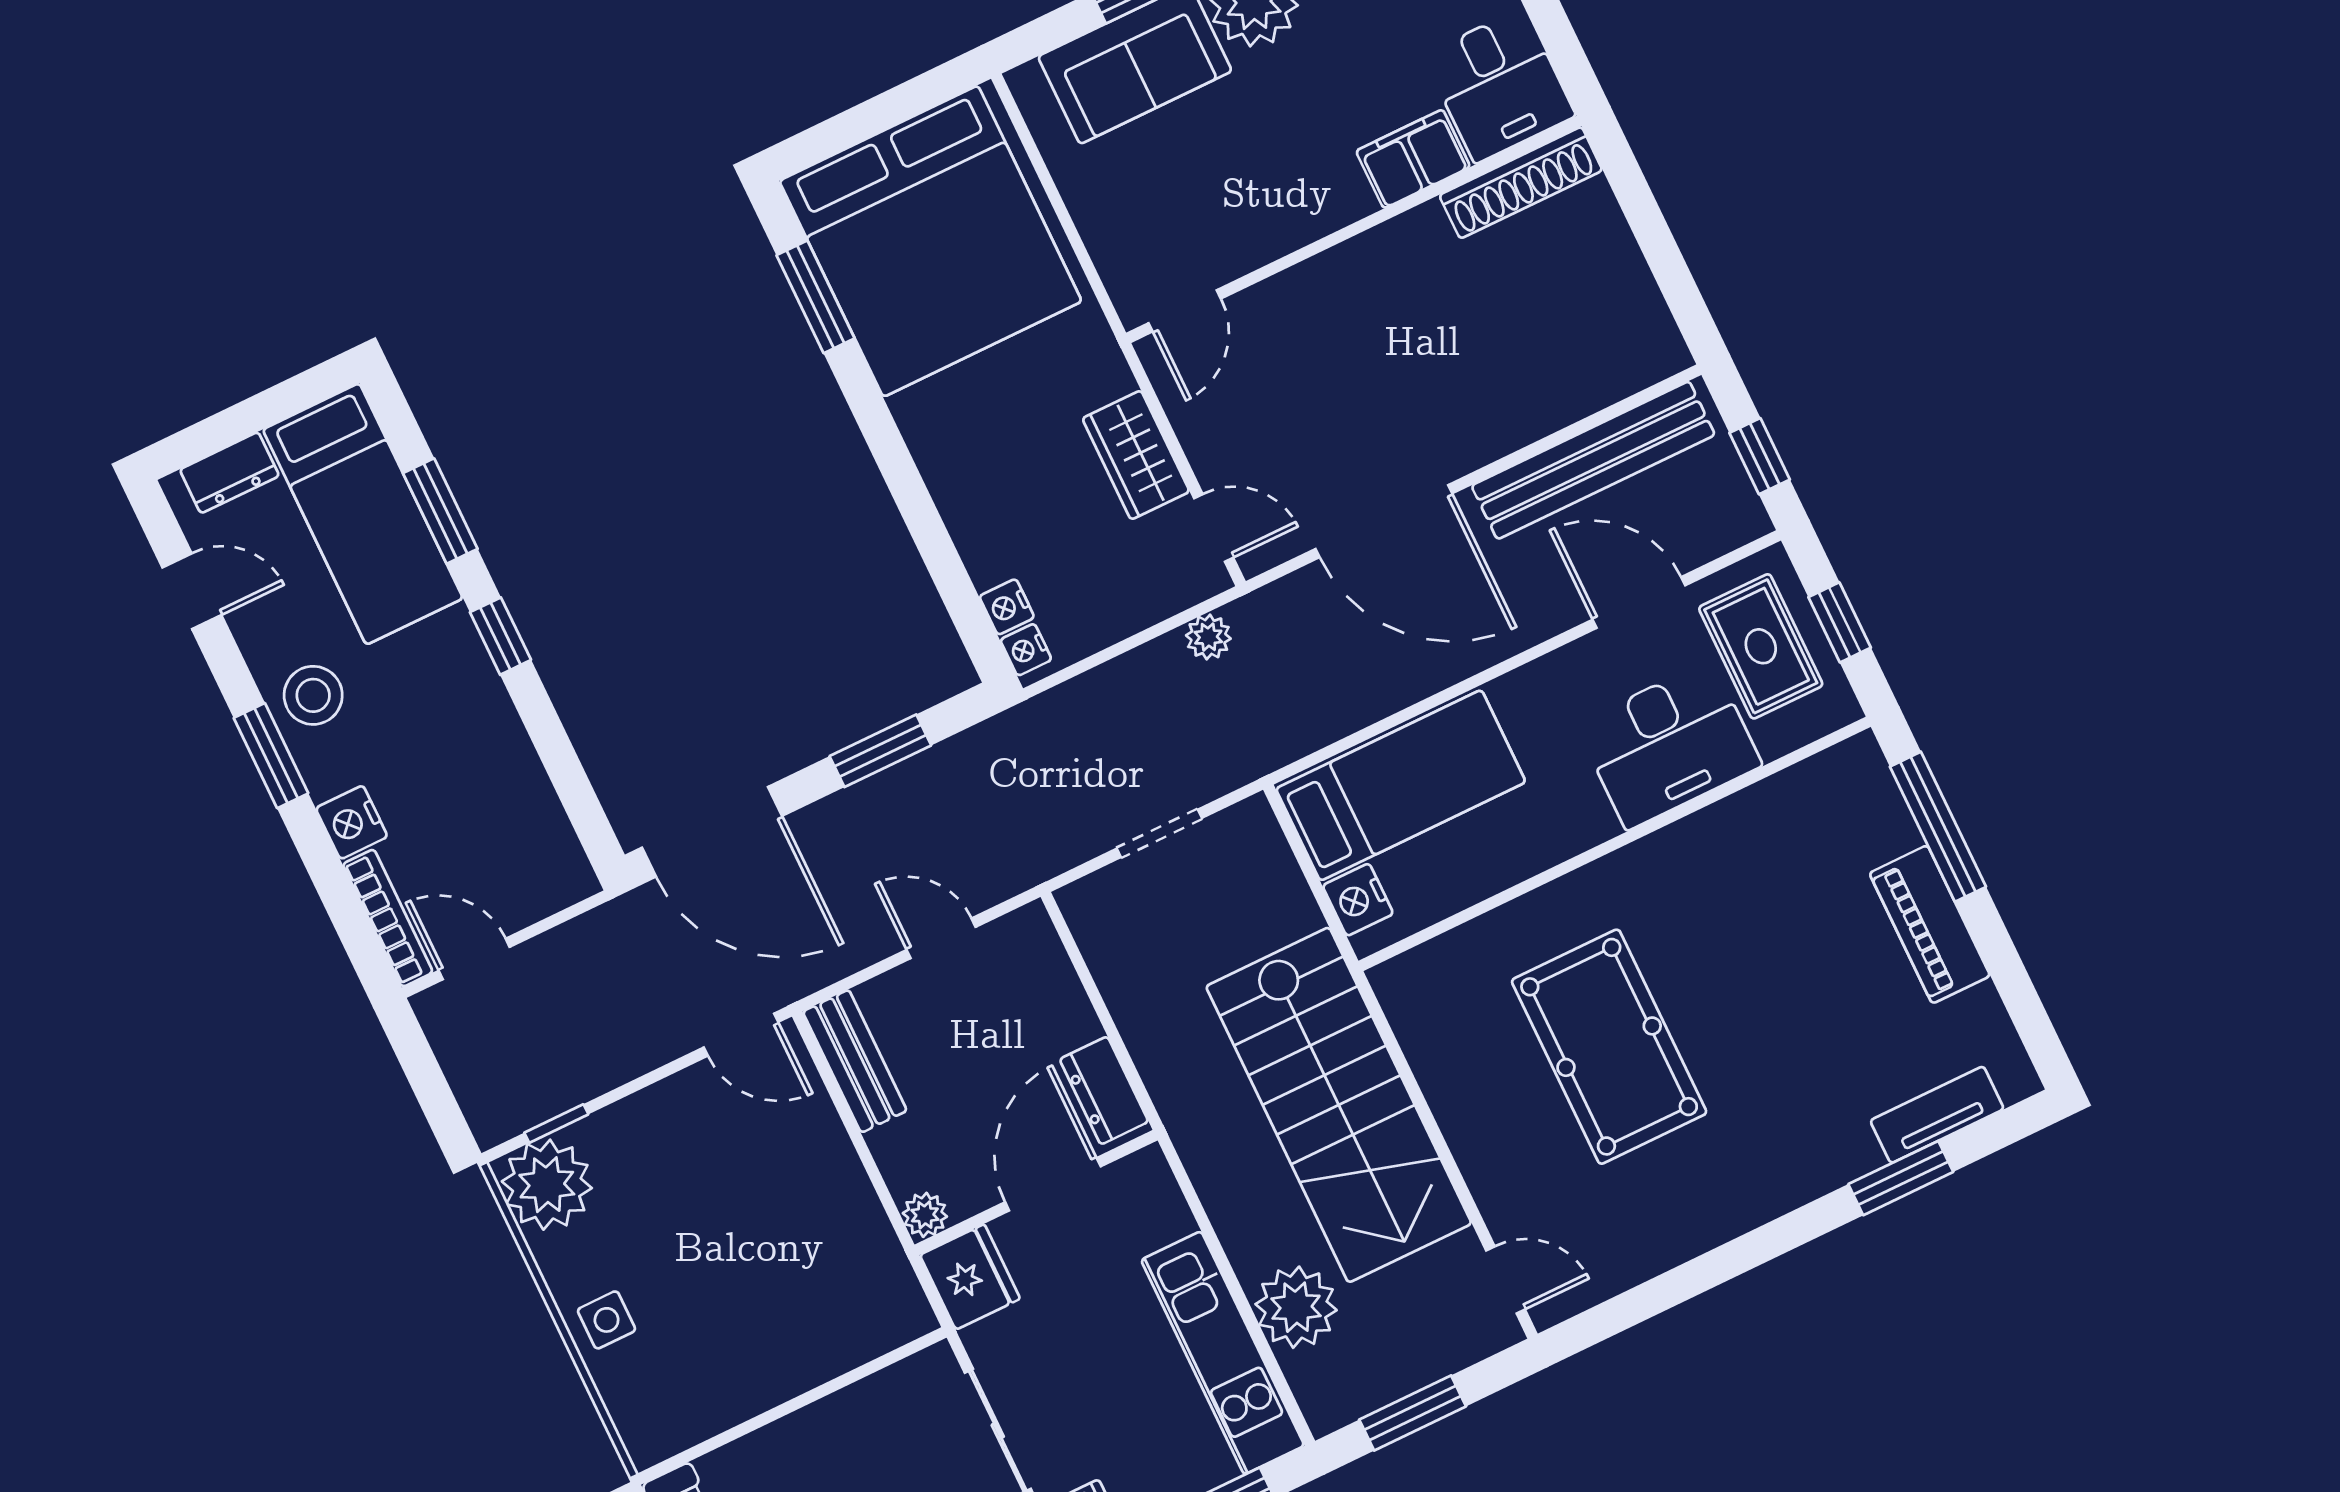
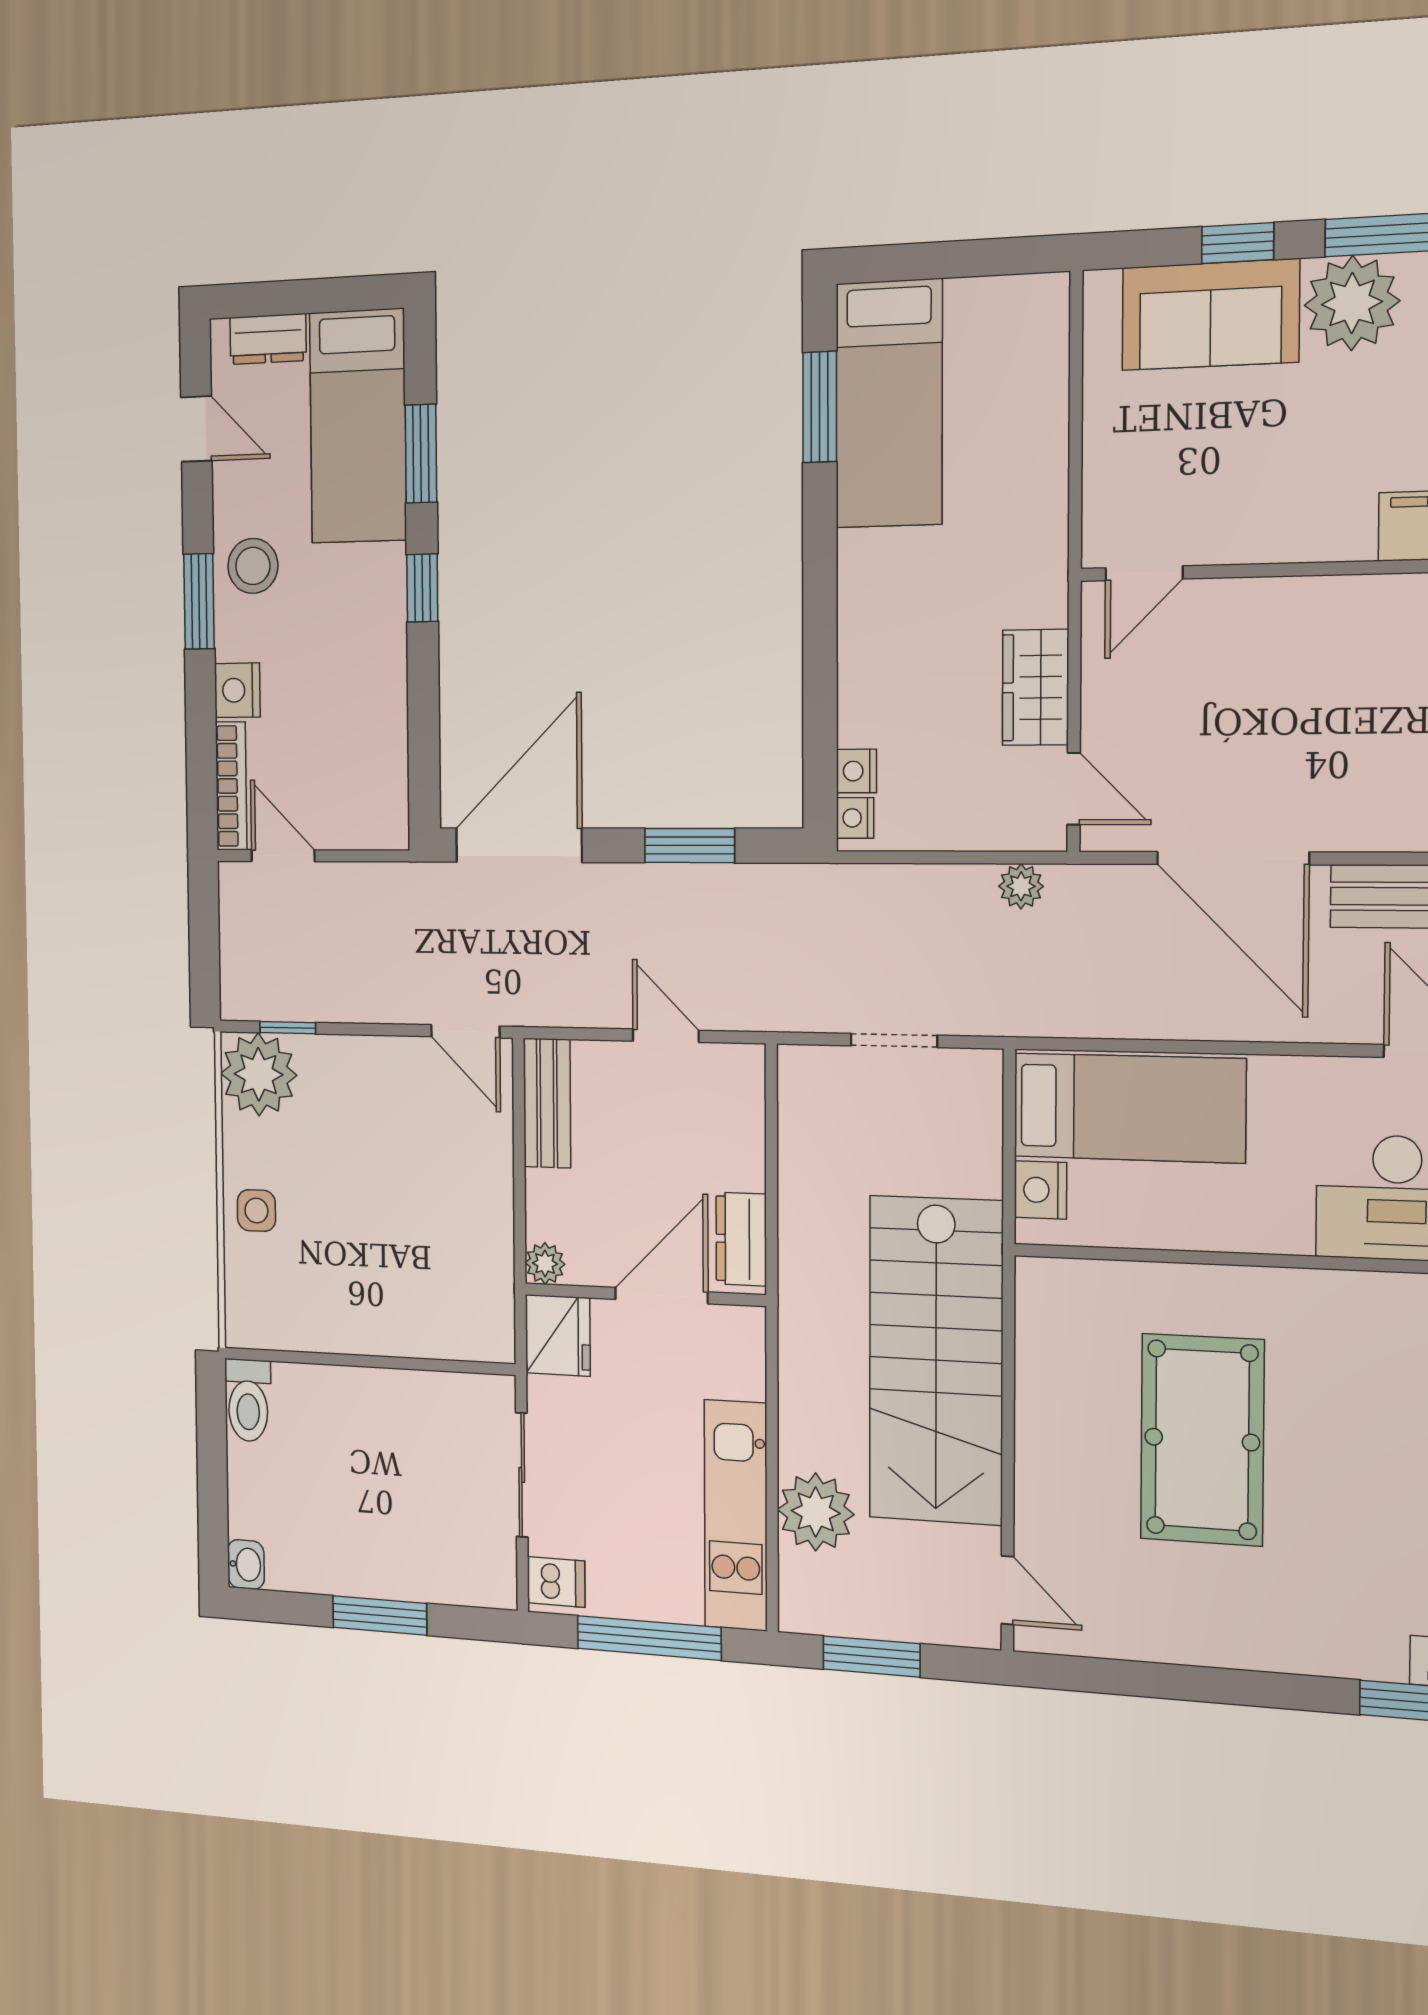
bed: (930, 241) -> (889, 404), width x0.49
door: (712, 832) -> (519, 845), swing flipped

